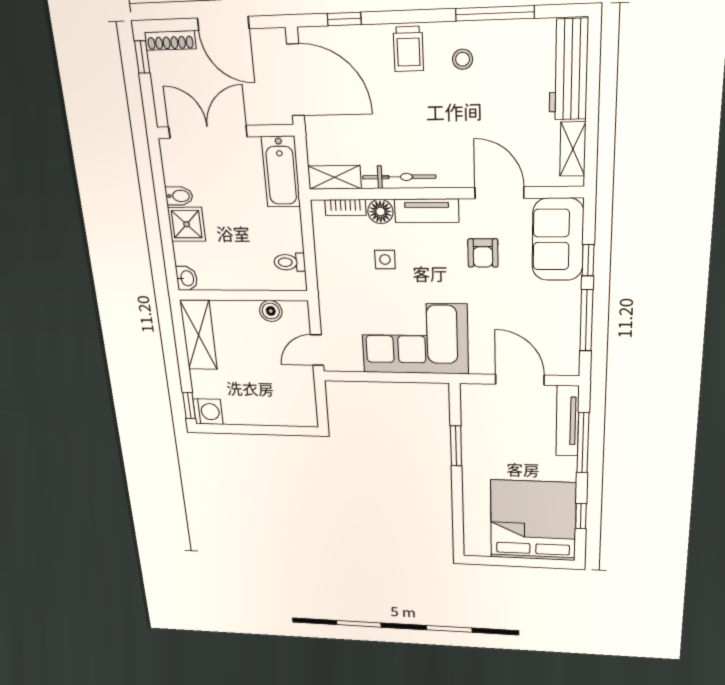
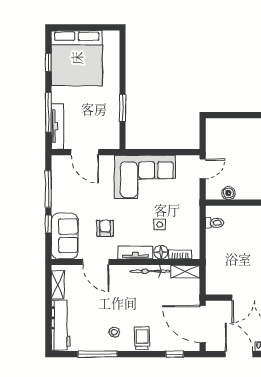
bathtub: (281, 172) -> (215, 275), removed

